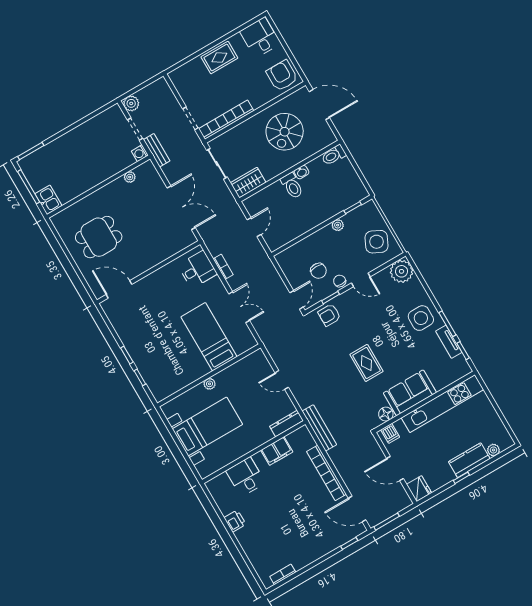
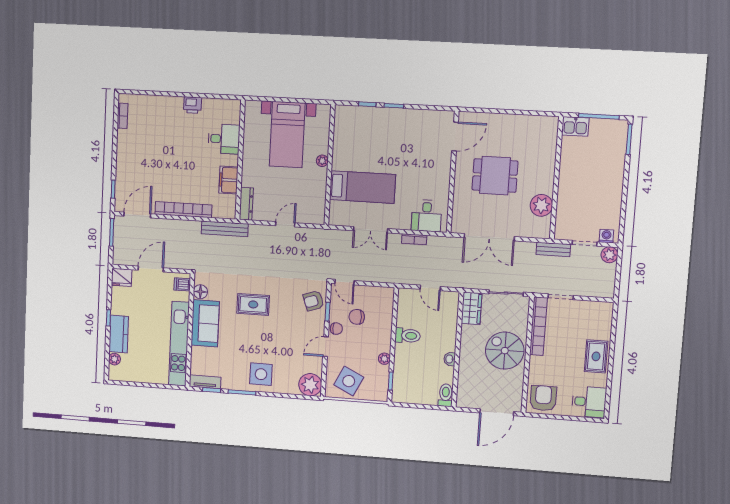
armchair: (282, 76) -> (543, 398), turned -90
spiral stairs: (285, 132) -> (505, 351), moved
washing machine: (140, 153) -> (606, 236), moved
plant: (130, 177) -> (541, 205), width x1.88, depth x1.88
toilet: (292, 186) -> (408, 336), moved, turned 180
dining table: (99, 237) -> (495, 176), moved, turned 90
armchair: (329, 315) -> (314, 301), turned -109
tv unit: (449, 342) -> (205, 382), moved

